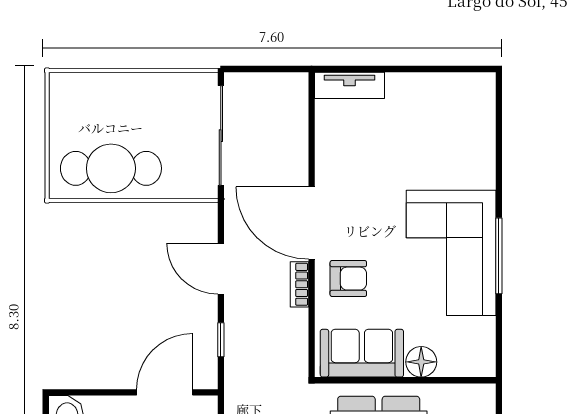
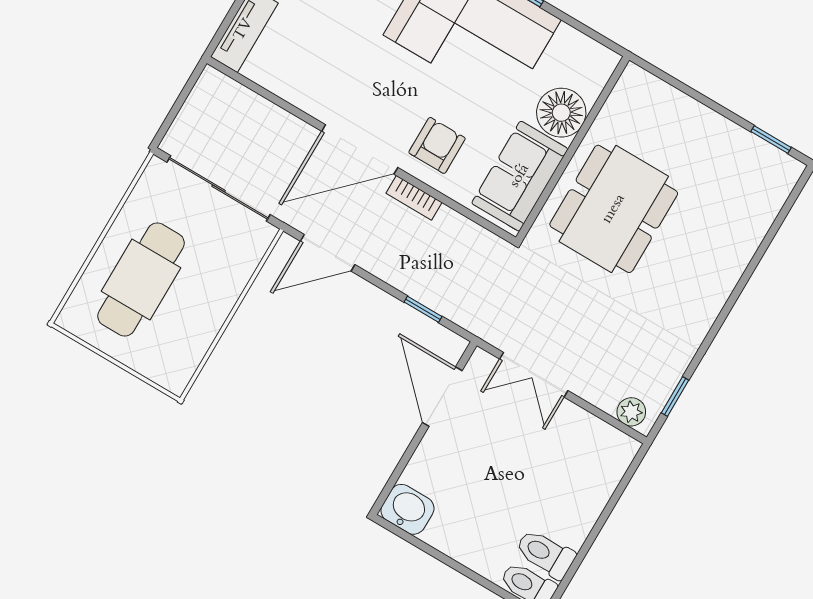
cafe table: (111, 168) -> (141, 280), moved
door: (221, 269) -> (328, 253), moved
floor lamp: (421, 362) -> (561, 113), width x1.38, depth x1.38

